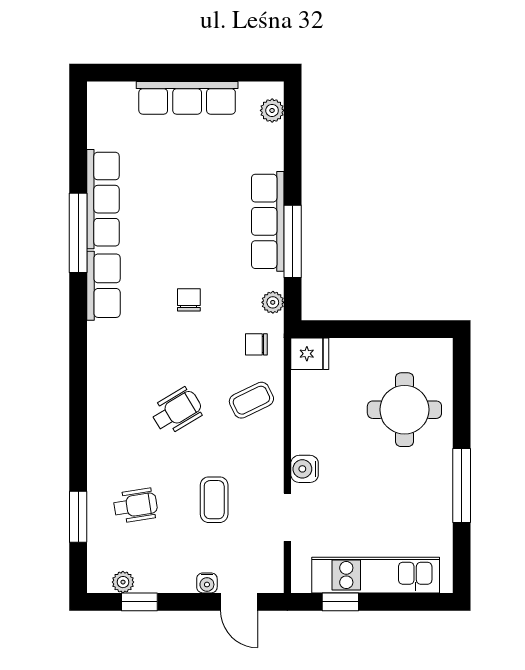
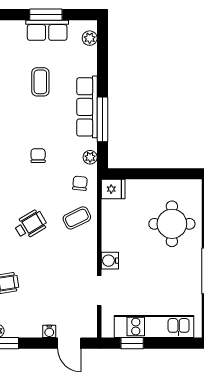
window: (202, 73) -> (46, 15), added
row of seats: (187, 98) -> (47, 30), width x0.68
chair: (256, 344) -> (80, 183), turned 96
coffee table: (214, 500) -> (40, 82), moved

